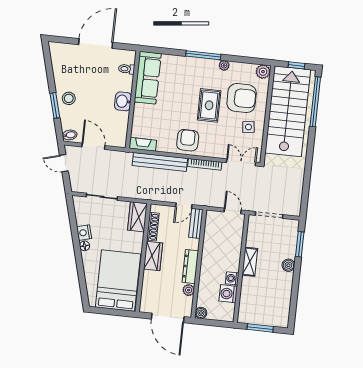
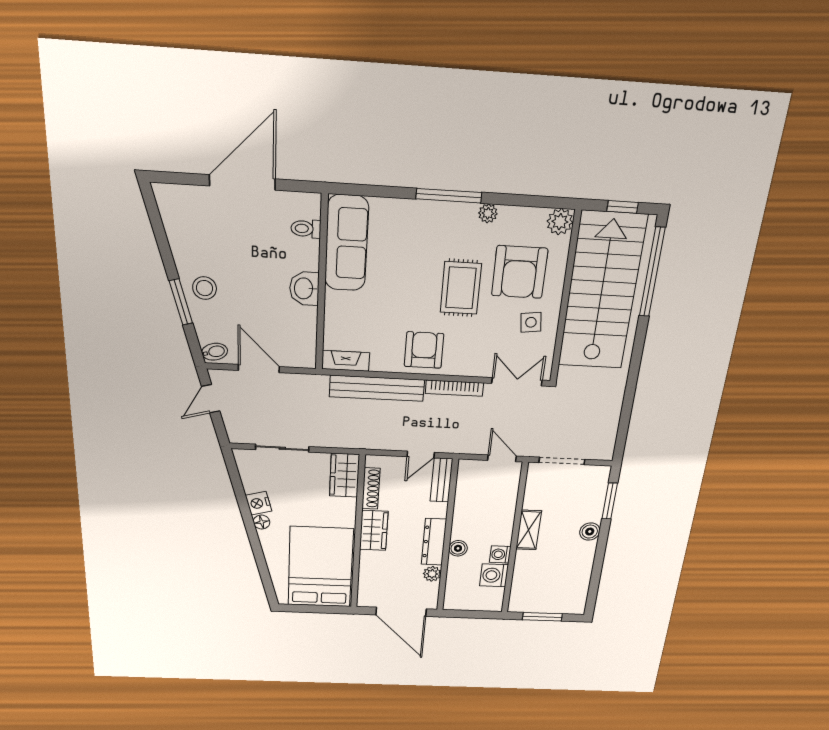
armchair: (242, 98) -> (520, 272), turned 90
door: (64, 163) -> (211, 399), hinge flipped
boiler: (201, 313) -> (458, 548), moved

